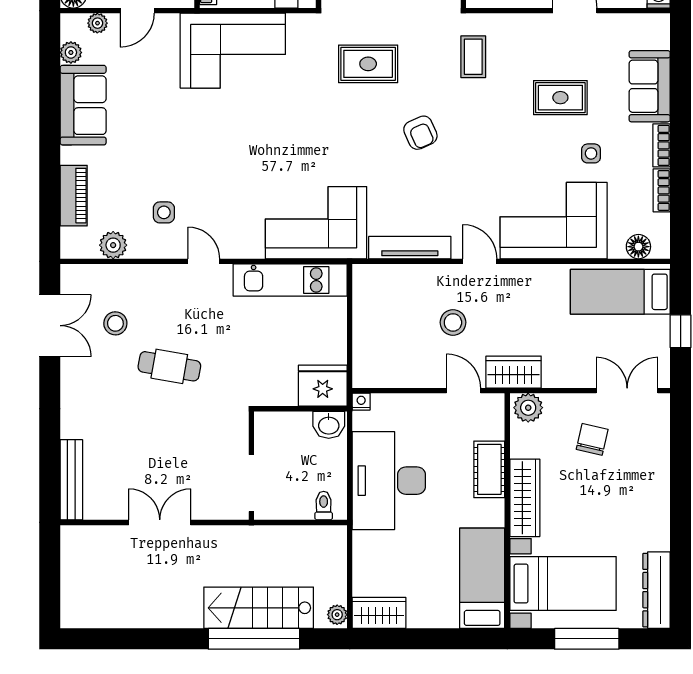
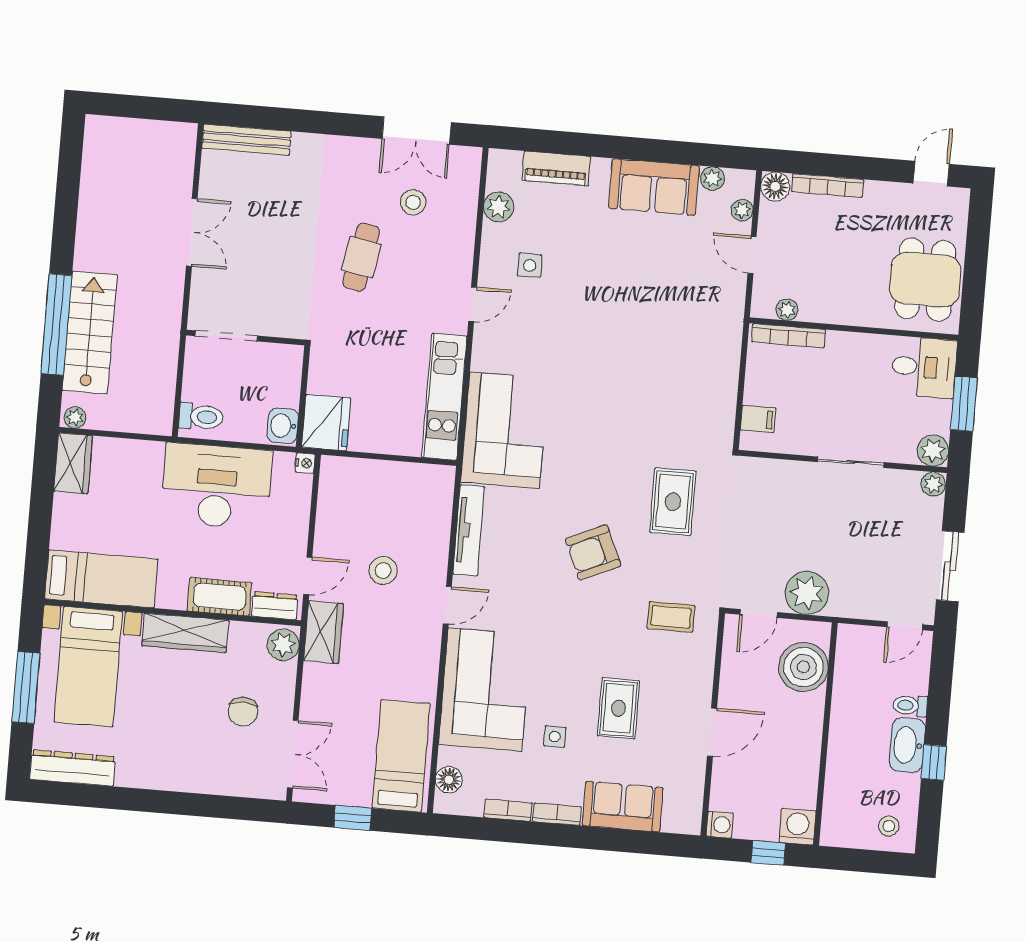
corner sofa: (233, 51) -> (700, 355), removed
armchair: (420, 133) -> (593, 552), width x1.38, depth x1.38
dresser: (493, 419) -> (275, 606), added
chair: (592, 439) -> (243, 712), turned 77
toilet: (324, 506) -> (201, 417), width x1.37, depth x1.39

